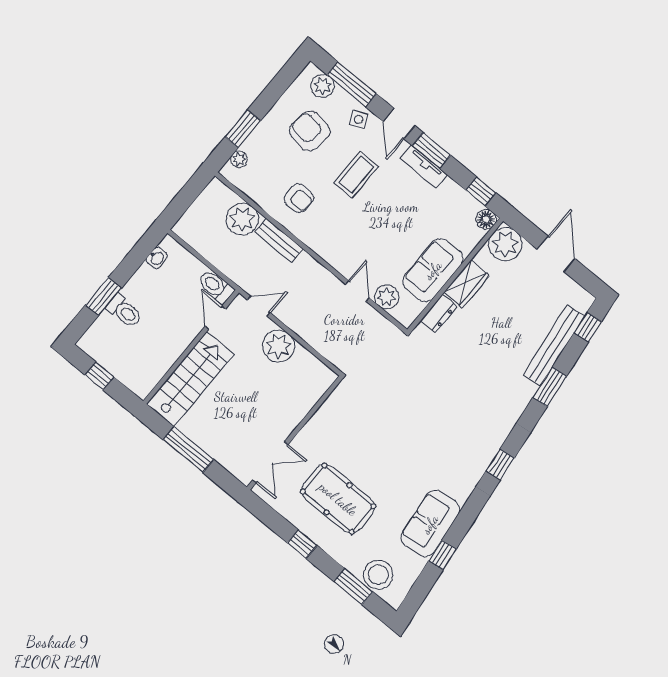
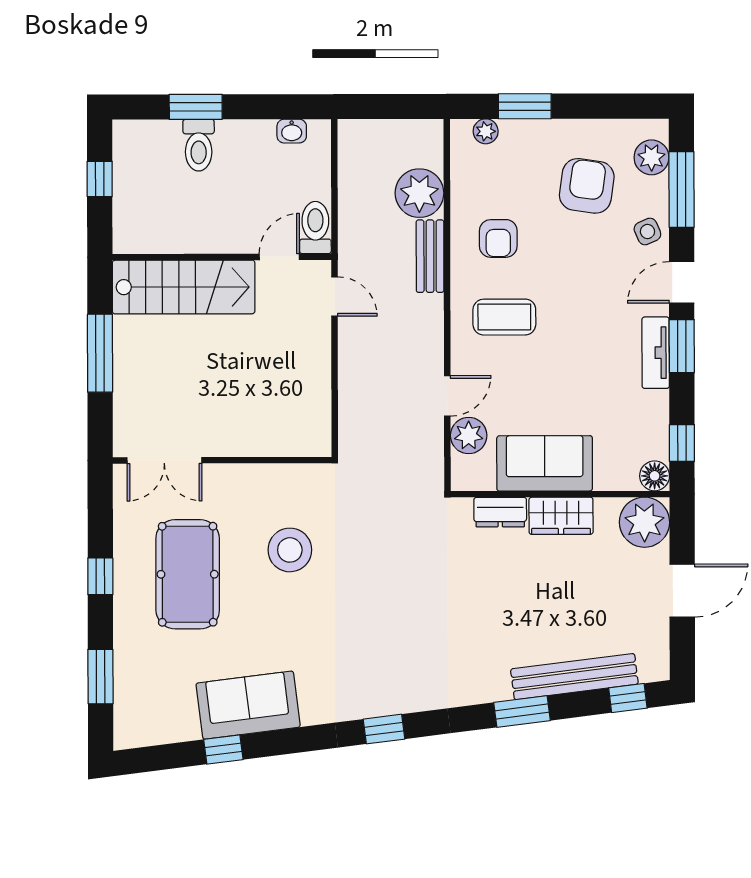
coffee table: (356, 175) -> (504, 317), moved
plant: (279, 346) -> (307, 358), removed
stool: (378, 575) -> (290, 550), moved

